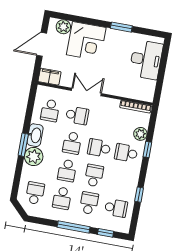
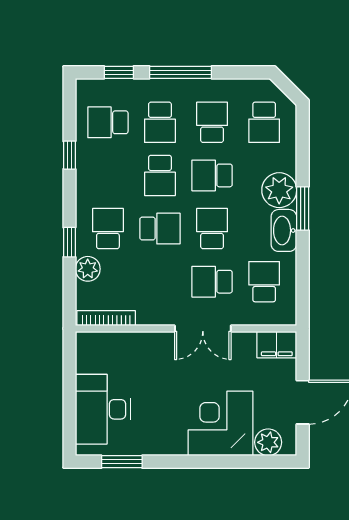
window: (121, 27) -> (122, 462), moved
school desk: (126, 153) -> (108, 229), turned -90
school desk: (67, 171) -> (212, 175), turned -90

